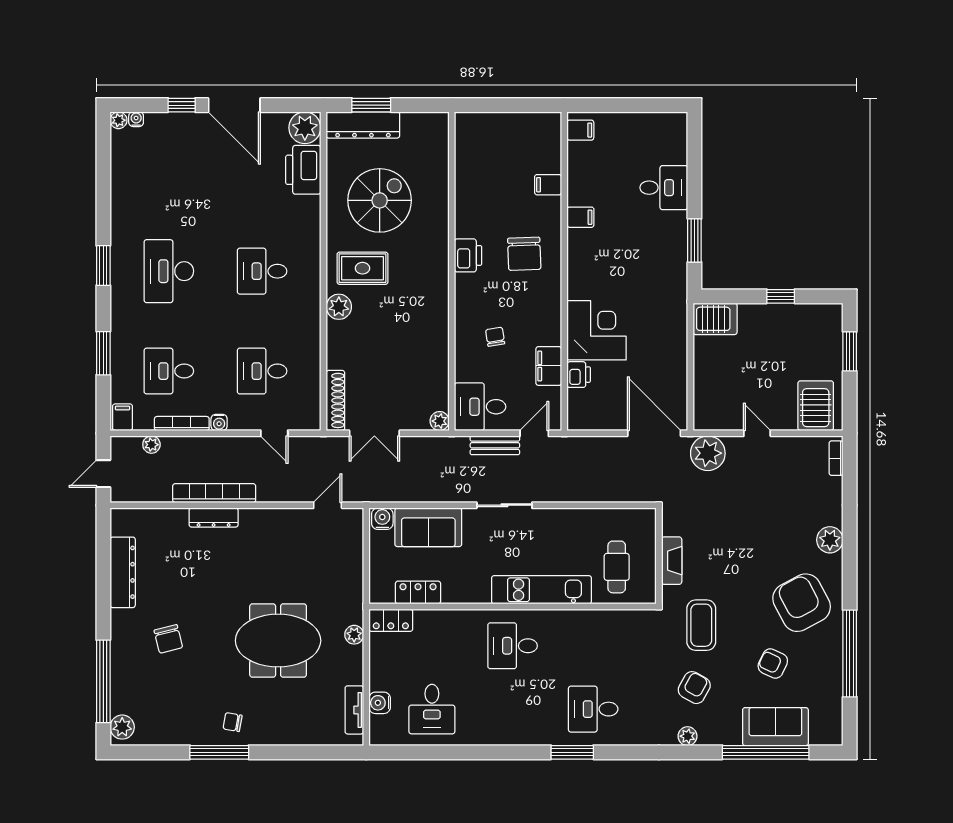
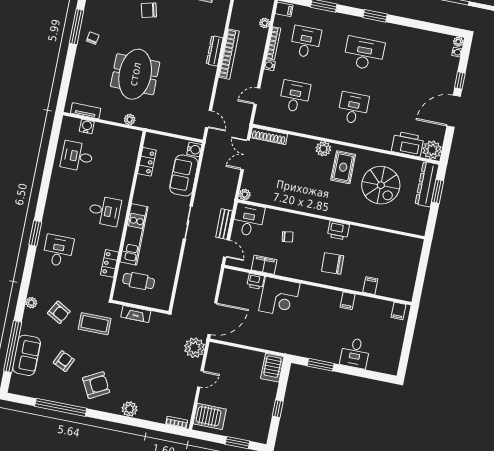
armchair: (802, 603) -> (96, 385), width x0.73, depth x0.73
locker: (391, 620) -> (110, 263), moved
desk: (513, 646) -> (105, 211), turned 90

